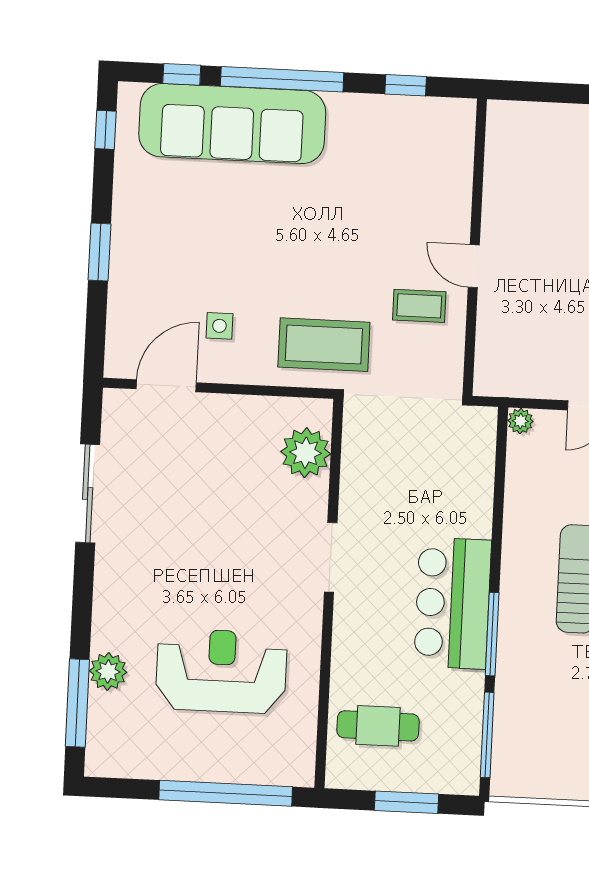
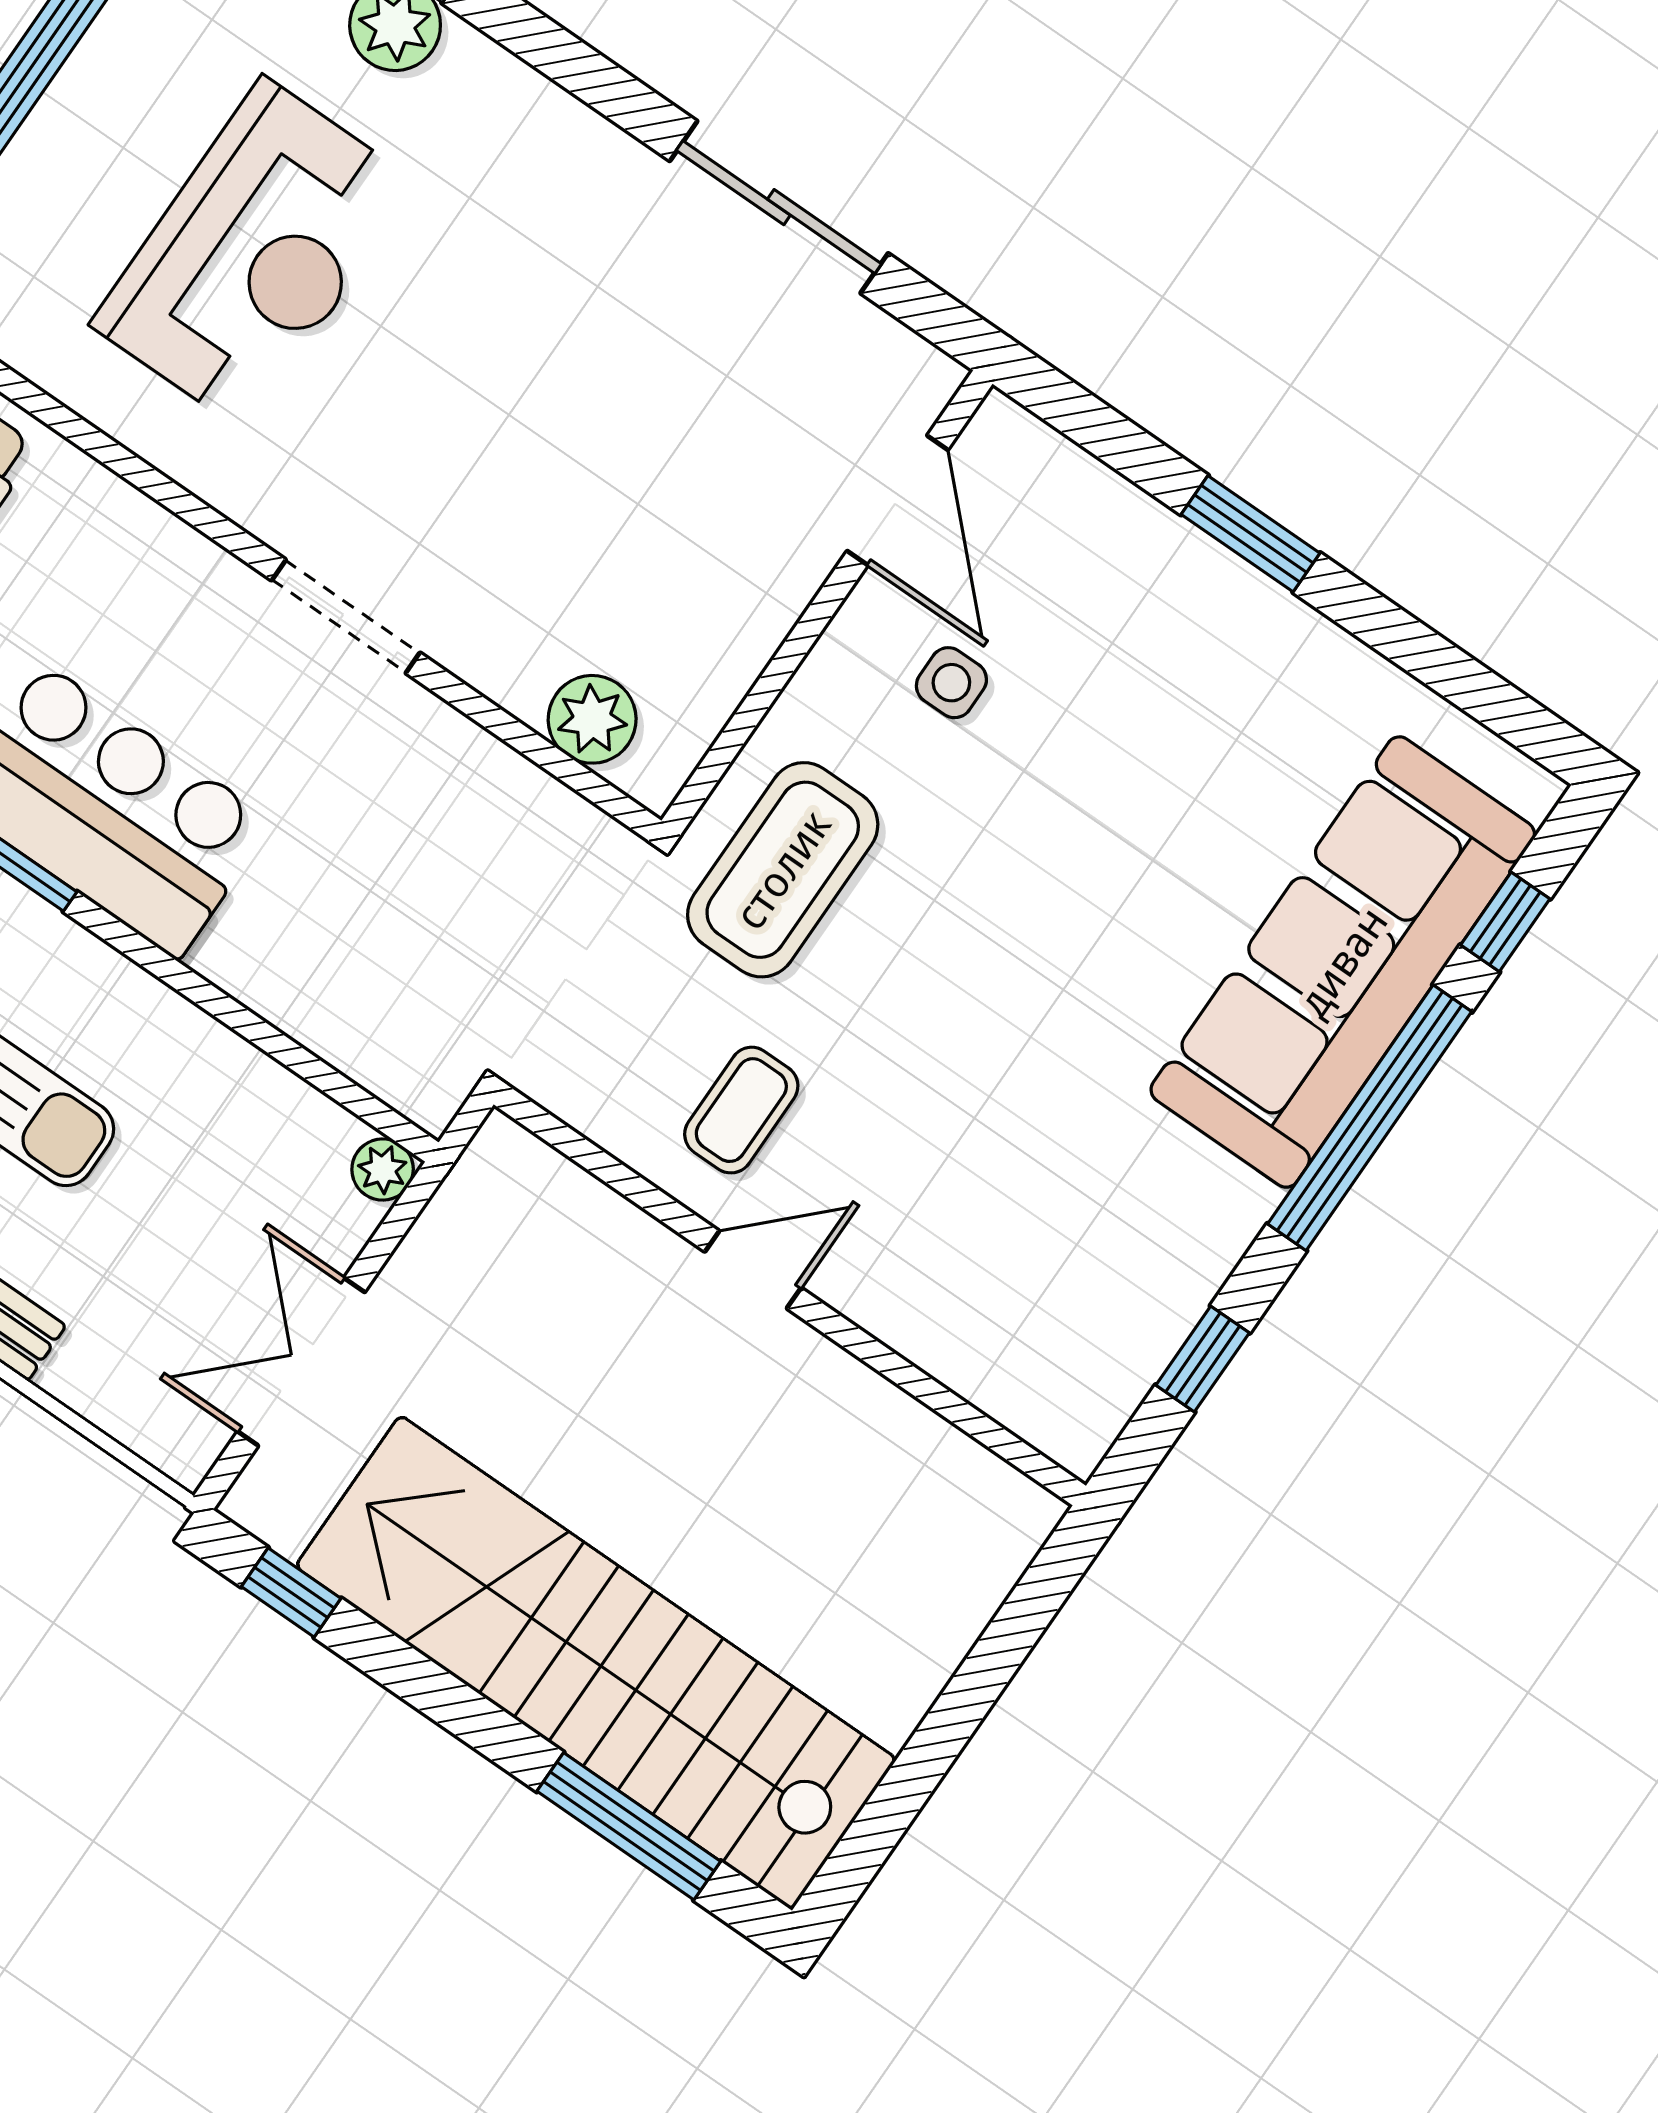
window: (105, 130) -> (1489, 699), removed
plant: (306, 453) -> (592, 719), width x0.73, depth x0.73

